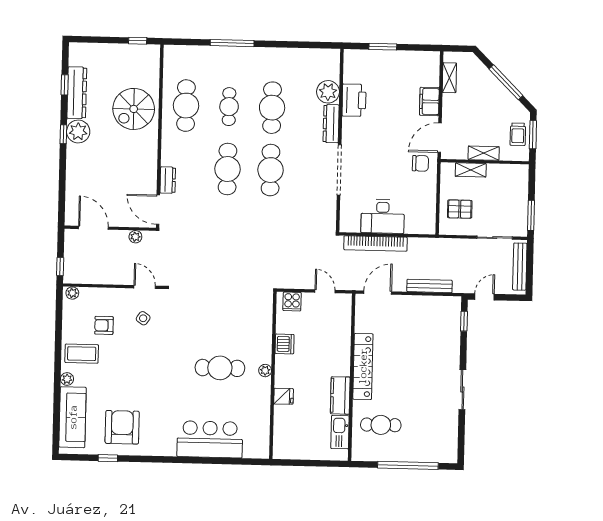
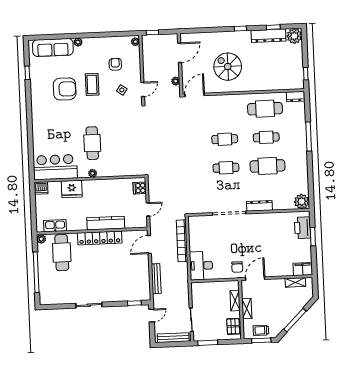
plant: (328, 92) -> (302, 201), moved
printer: (354, 100) -> (303, 228), moved, turned 90
filing cabinet: (429, 101) -> (303, 269), moved
spiral stairs: (134, 109) -> (228, 67), moved
plant: (78, 132) -> (294, 36), moved
door: (440, 138) -> (255, 279), hinge flipped
cafe table: (227, 169) -> (225, 139), width x0.73, depth x0.74
cafe table: (271, 170) -> (226, 168), width x0.73, depth x0.74
dresser: (168, 180) -> (295, 96), moved
pallet: (460, 209) -> (233, 326), moved
desk: (383, 216) -> (201, 266), moved
door: (378, 293) -> (149, 244), swing flipped
door: (484, 297) -> (151, 316), hinge flipped
dishwasher: (285, 344) -> (41, 188), moved
coffee table: (82, 354) -> (92, 84), moved
kitchen counter: (340, 395) -> (106, 223), moved, width x1.50
fridge: (284, 396) -> (72, 189), width x1.88, depth x1.34
cafe table: (381, 425) -> (62, 253), width x1.37, depth x1.35
armchair: (122, 427) -> (65, 89), moved
bar counter: (210, 439) -> (55, 167), moved, turned -90
plant: (358, 454) -> (41, 239), added

